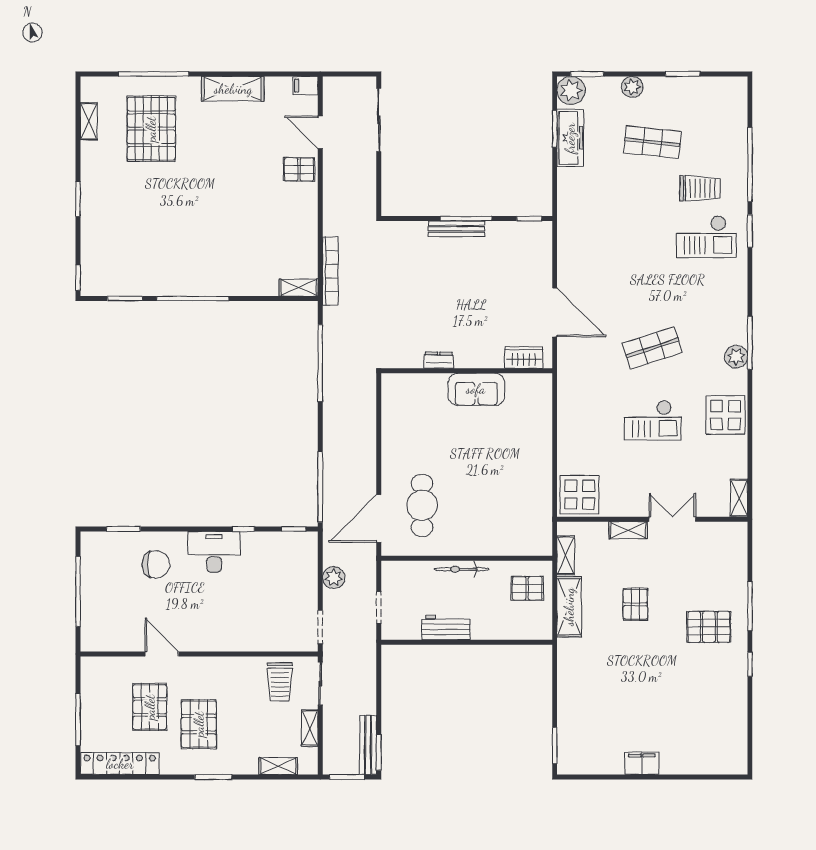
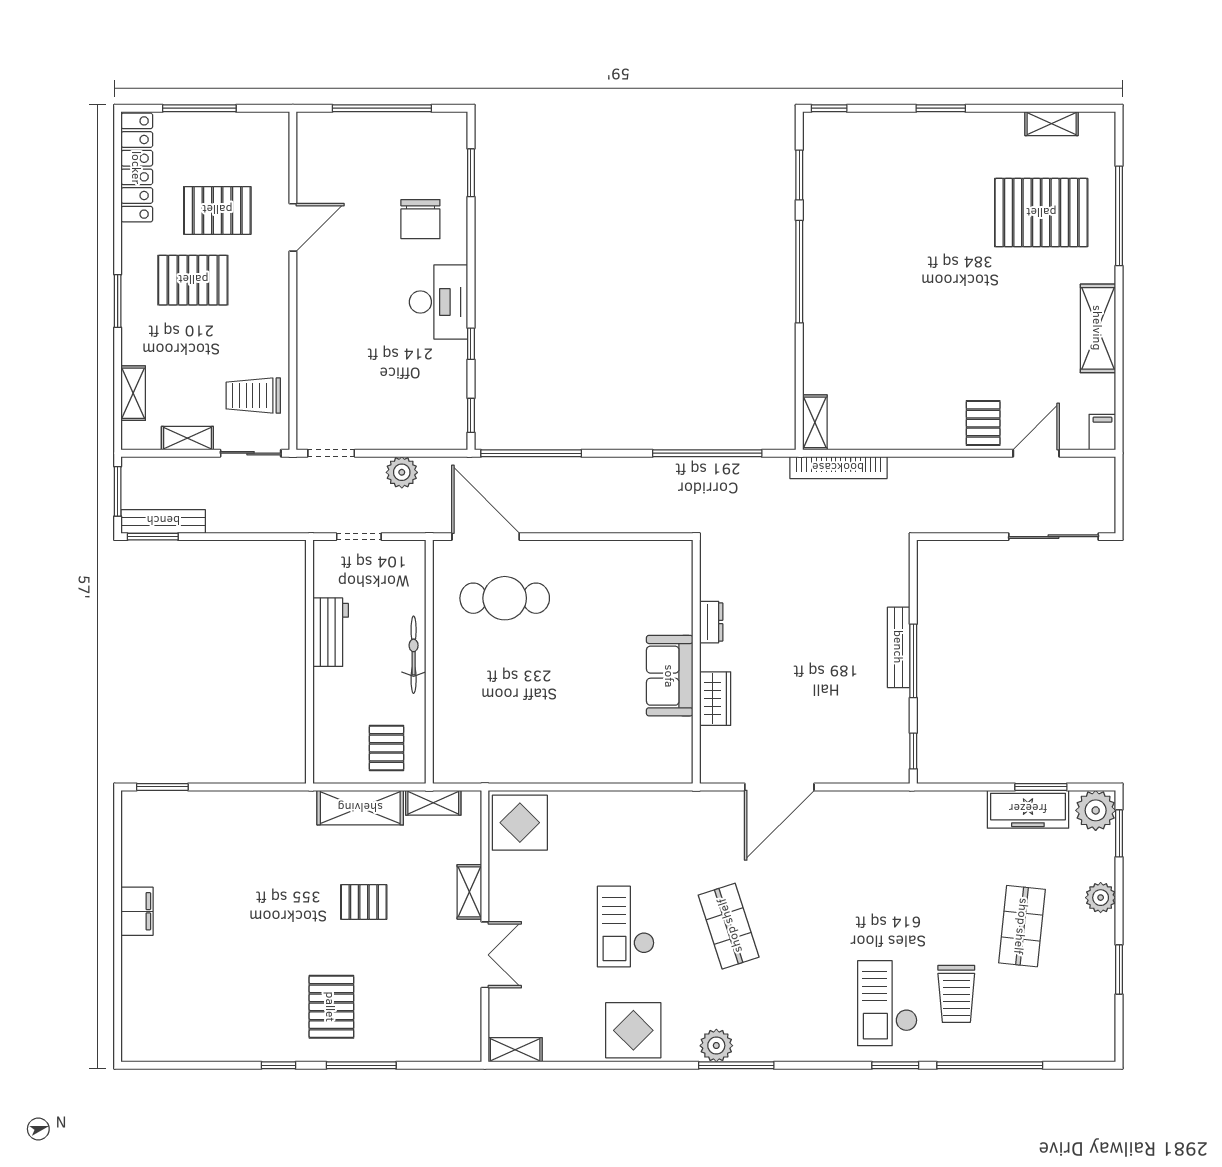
wardrobe: (524, 358) -> (715, 699), moved

